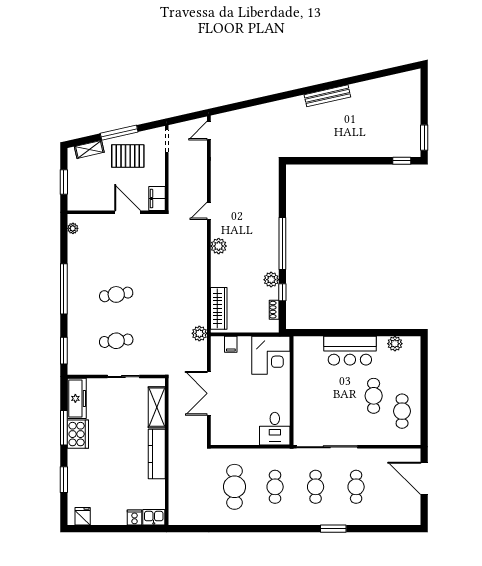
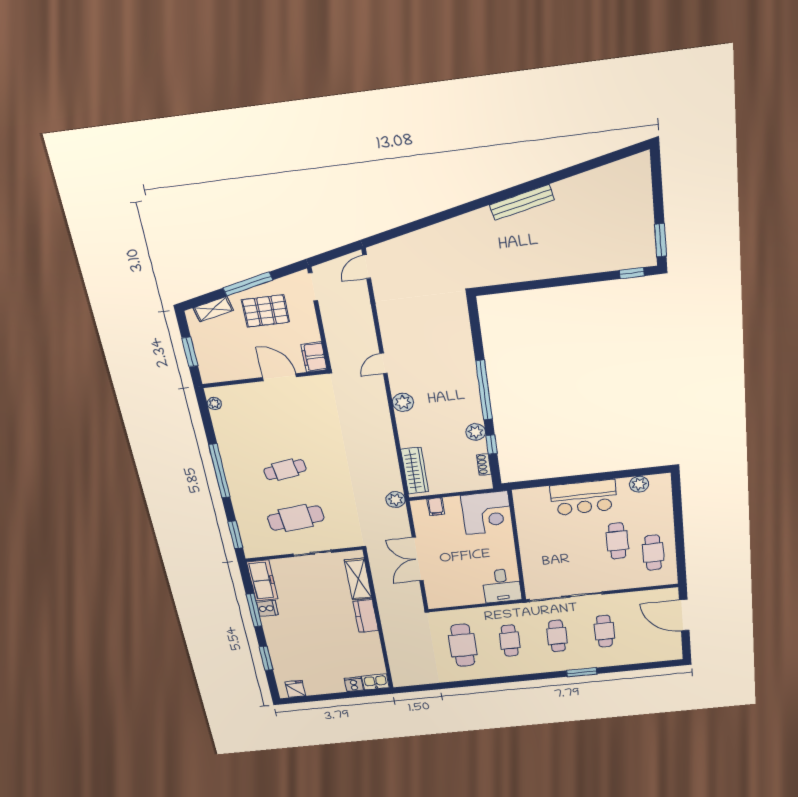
cafe table: (116, 341) -> (296, 518), width x1.37, depth x1.35
cooker: (78, 434) -> (267, 608), width x0.53, depth x0.76
kitchen counter: (157, 454) -> (366, 616), width x0.67

